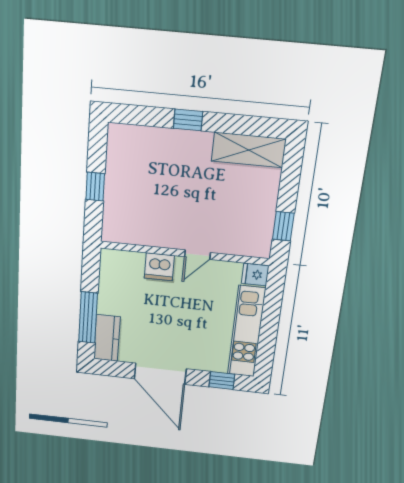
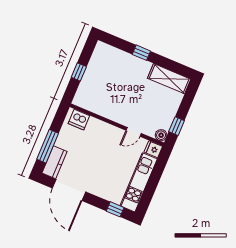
boiler: (262, 248) -> (161, 135), added
door: (197, 255) -> (134, 132), moved
dishwasher: (159, 267) -> (79, 120), moved
door: (160, 374) -> (69, 190), moved

